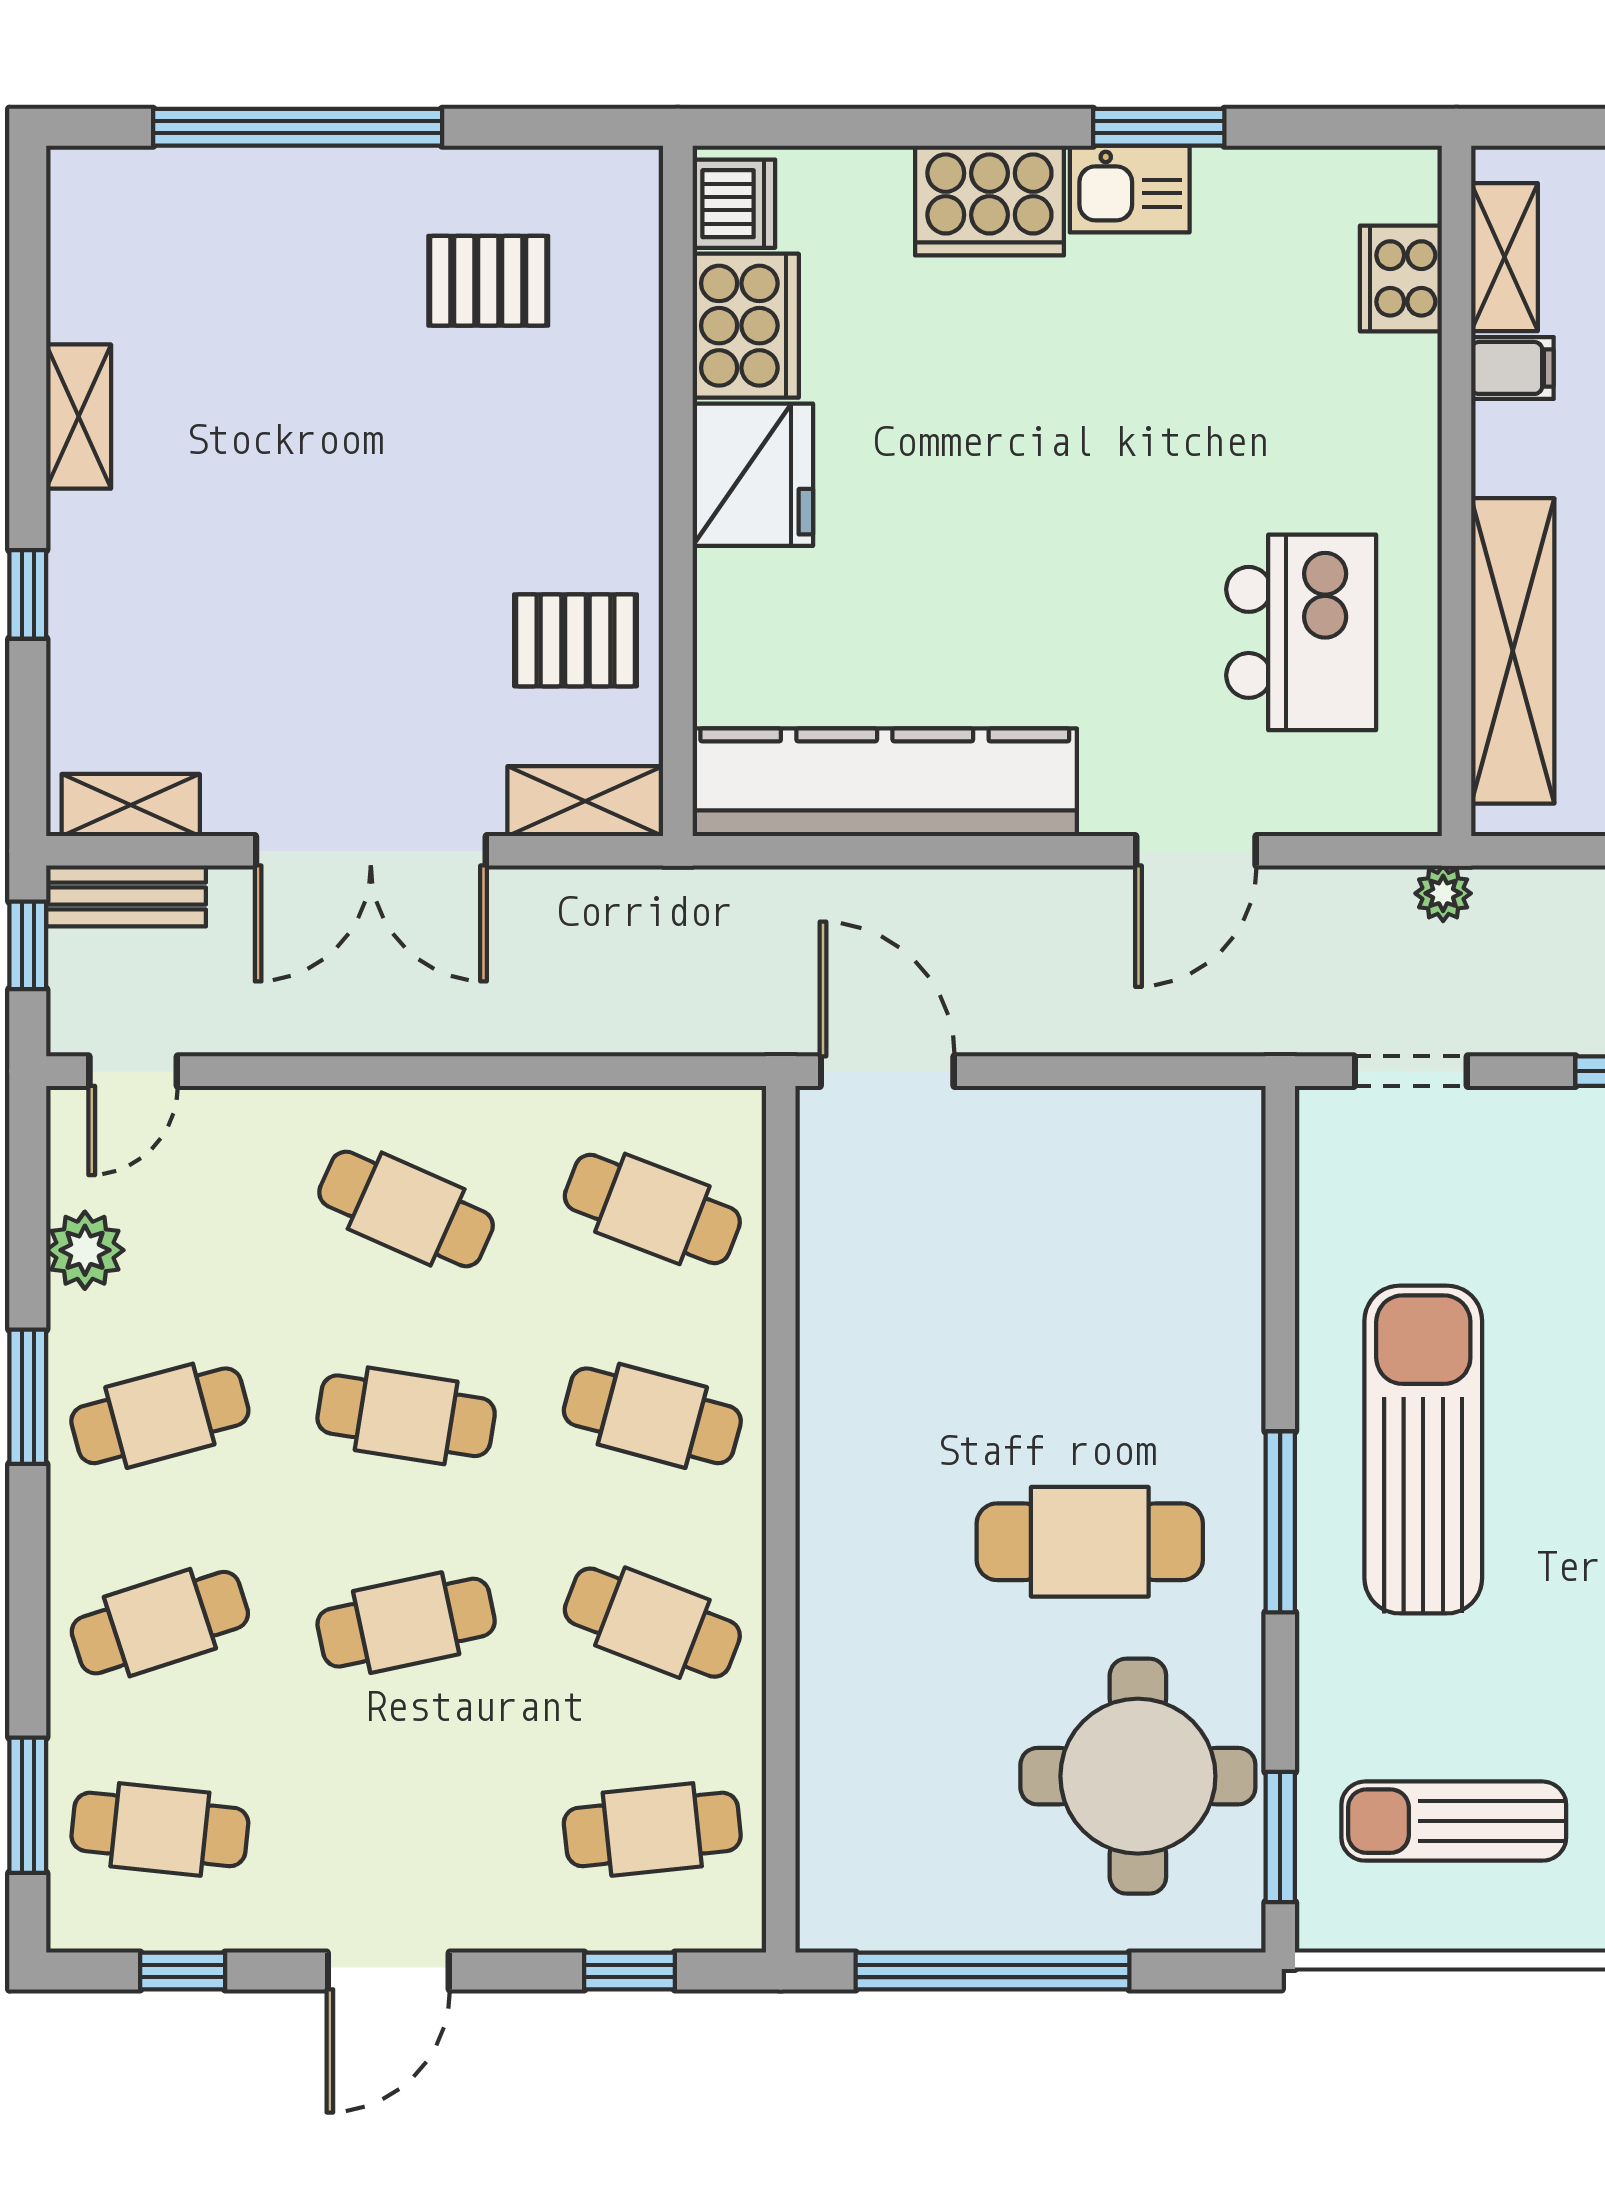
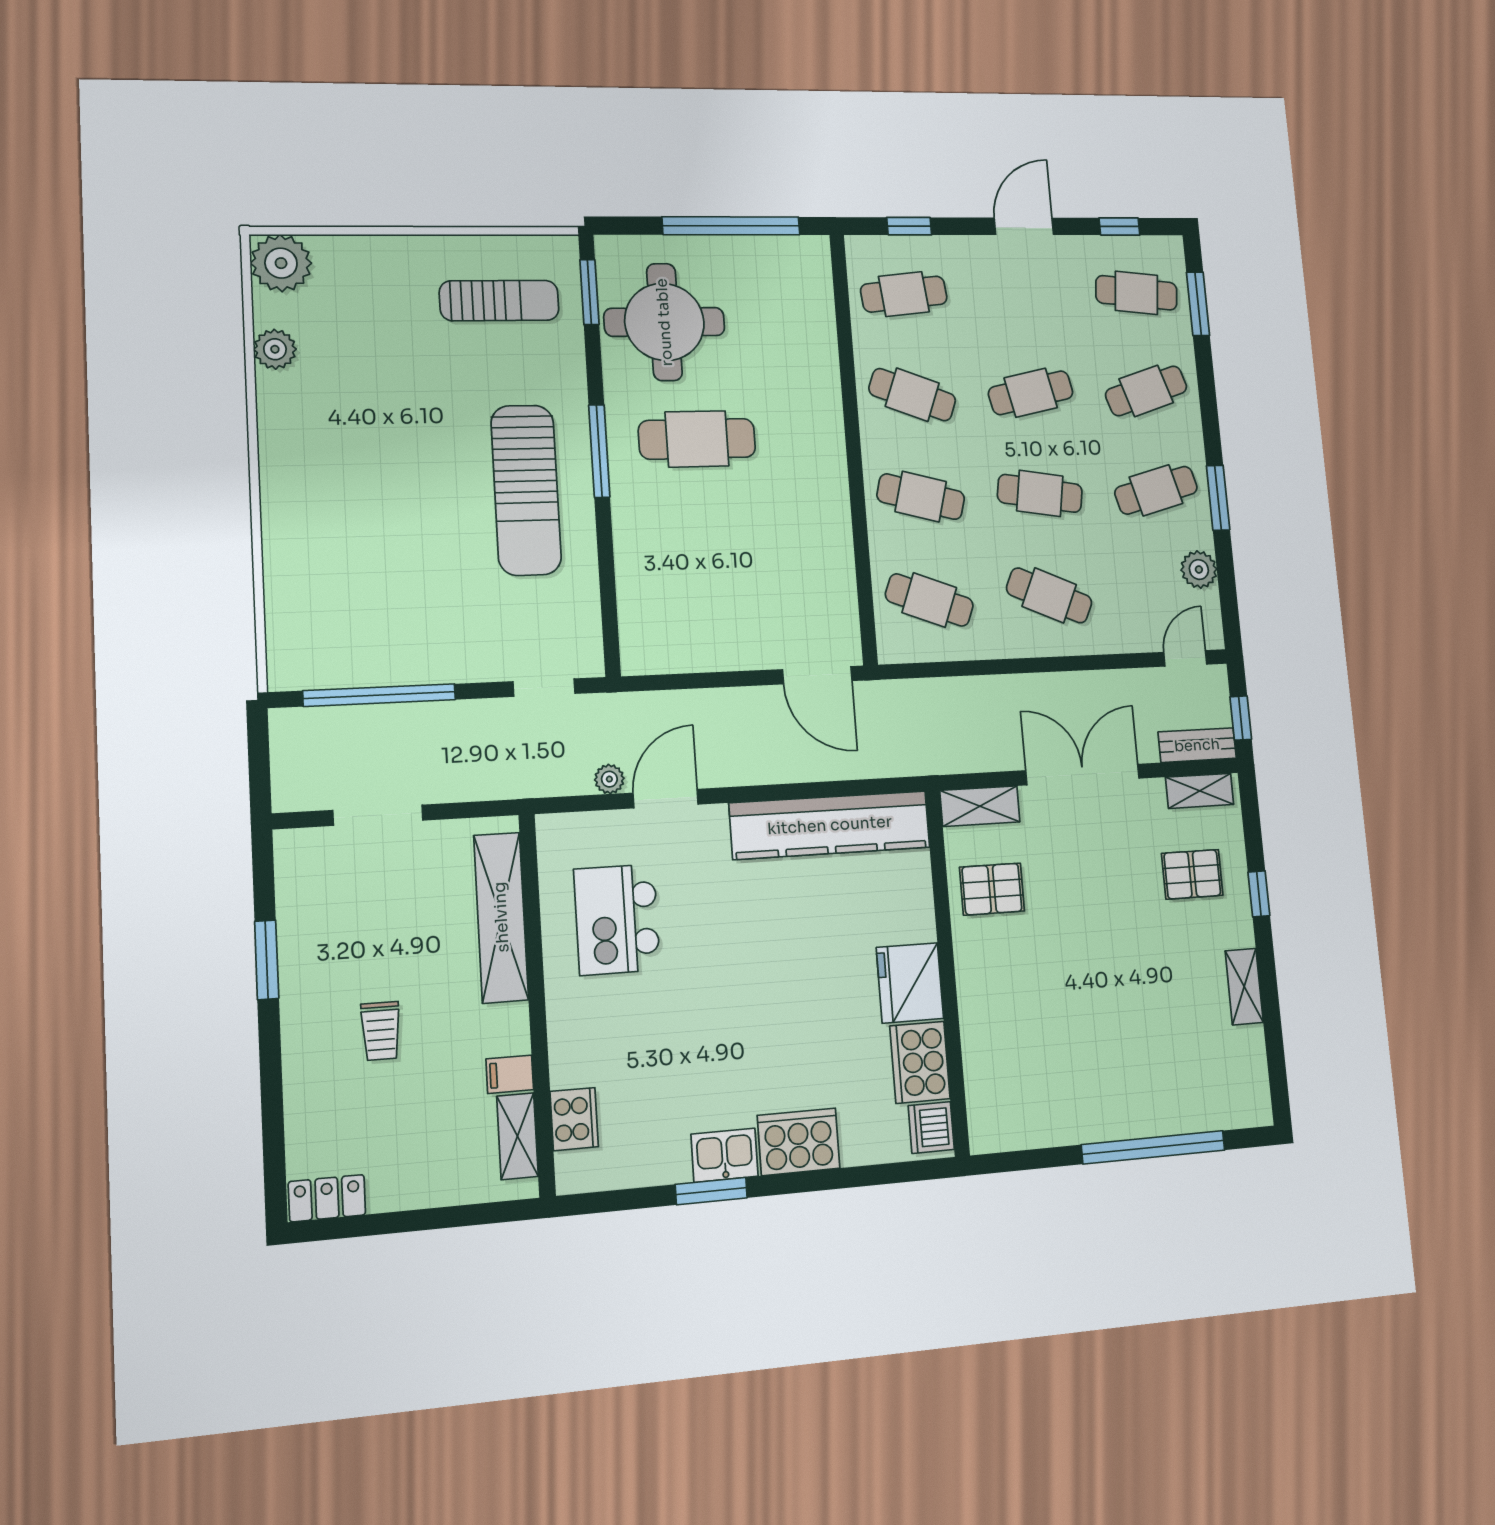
pallet: (488, 281) -> (1192, 874), moved
plant: (1443, 893) -> (609, 779), moved

